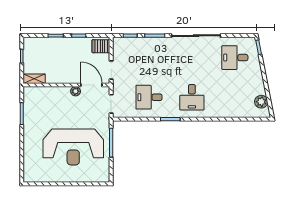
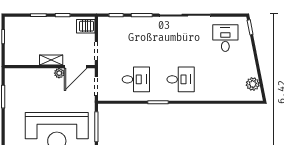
desk: (235, 58) -> (225, 38), turned 90
shelving: (34, 79) -> (51, 60), moved
door: (91, 85) -> (76, 67), swing flipped
desk: (149, 97) -> (136, 79), turned 180
desk: (192, 97) -> (181, 79), turned -90

